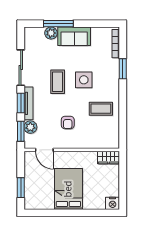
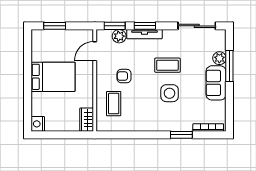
sliding door: (21, 68) -> (197, 26), moved
coffee table: (101, 109) -> (114, 104), moved

